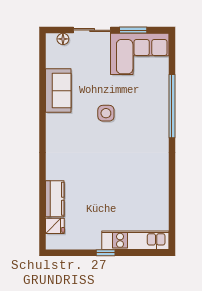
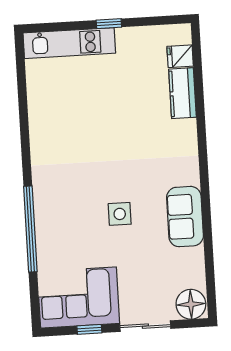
window: (133, 30) -> (89, 329), width x0.67
floor lamp: (63, 39) -> (191, 304), width x1.89, depth x1.89
sofa: (58, 91) -> (185, 217), moved

